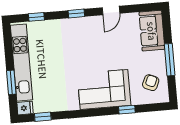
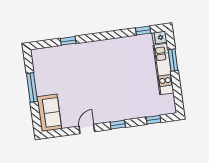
kitchen unit: (21, 63) -> (164, 69), width x0.73
armchair: (151, 83) -> (48, 66), removed
corner sofa: (104, 89) -> (90, 58), removed

